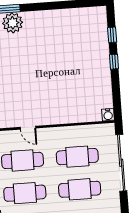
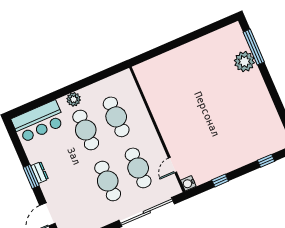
window: (114, 62) -> (220, 180), moved
door: (28, 128) -> (172, 165), moved

